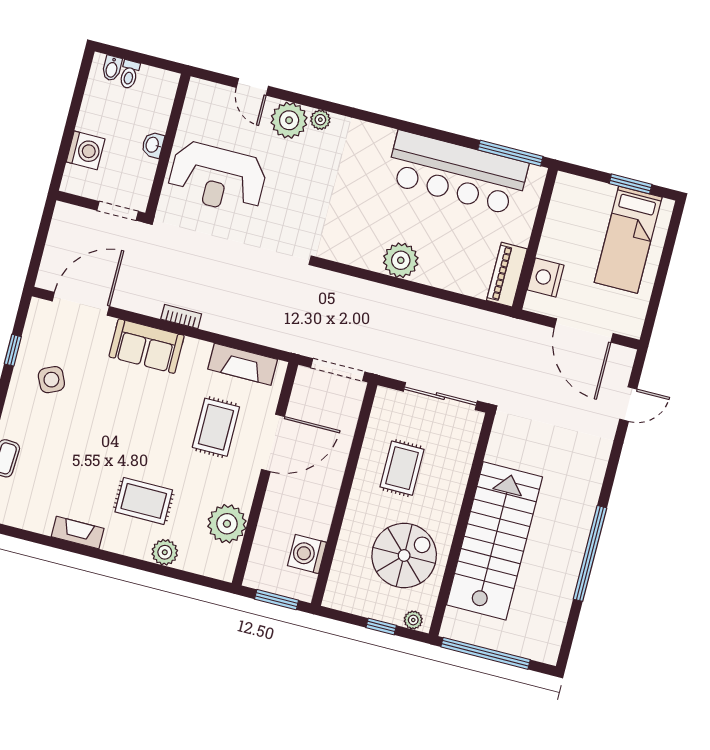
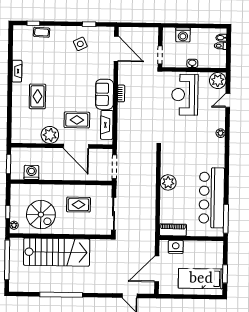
plant: (289, 120) -> (218, 81), moved
sofa: (147, 346) -> (104, 94), moved
plant: (227, 524) -> (50, 135), moved
plant: (165, 552) -> (17, 111), removed

